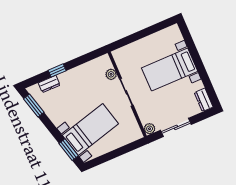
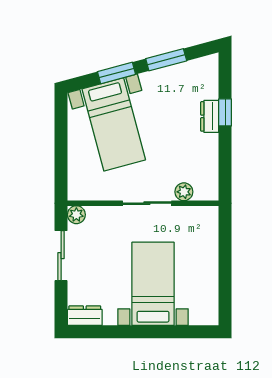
dresser: (49, 84) -> (210, 116), moved
window: (34, 105) -> (166, 60), moved
window: (69, 150) -> (116, 73), moved

